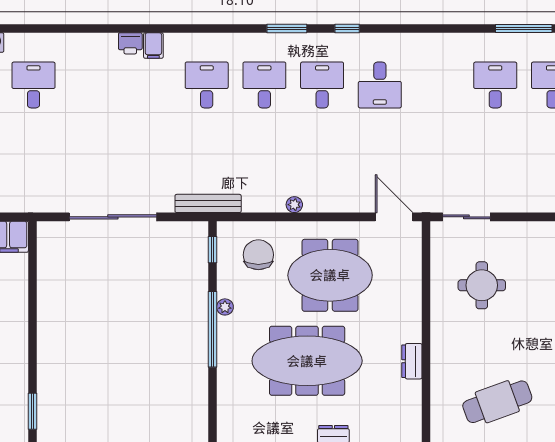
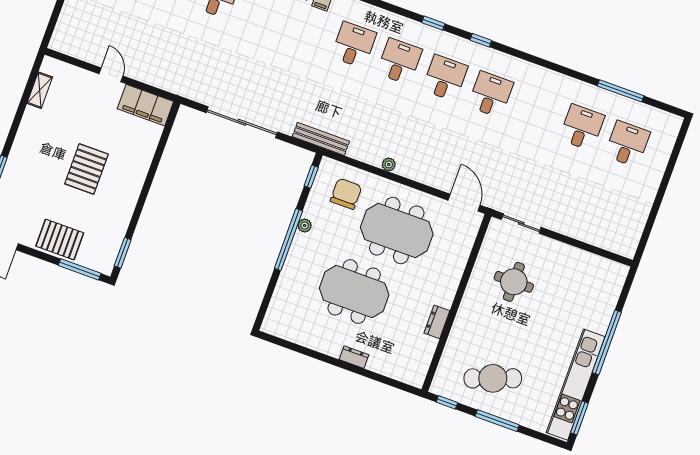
window: (287, 28) -> (433, 23), width x0.67
desk: (380, 85) -> (491, 94), turned 180
meeting table: (307, 361) -> (354, 292), width x0.73

